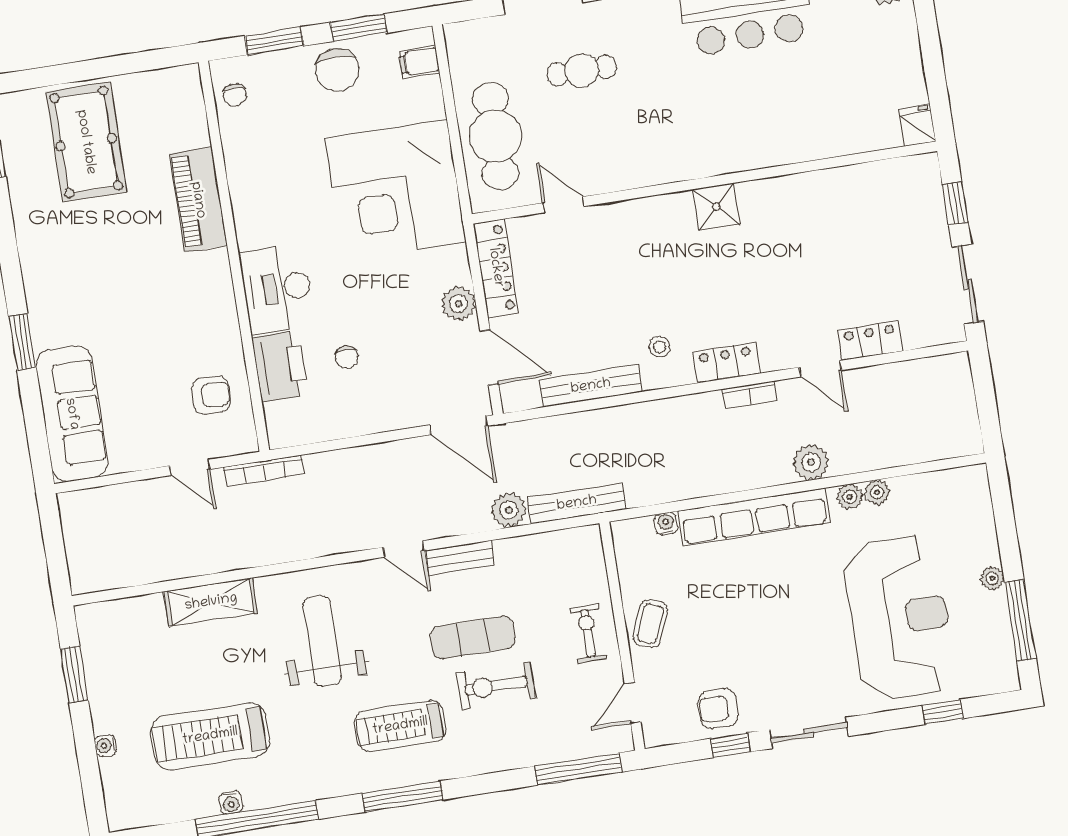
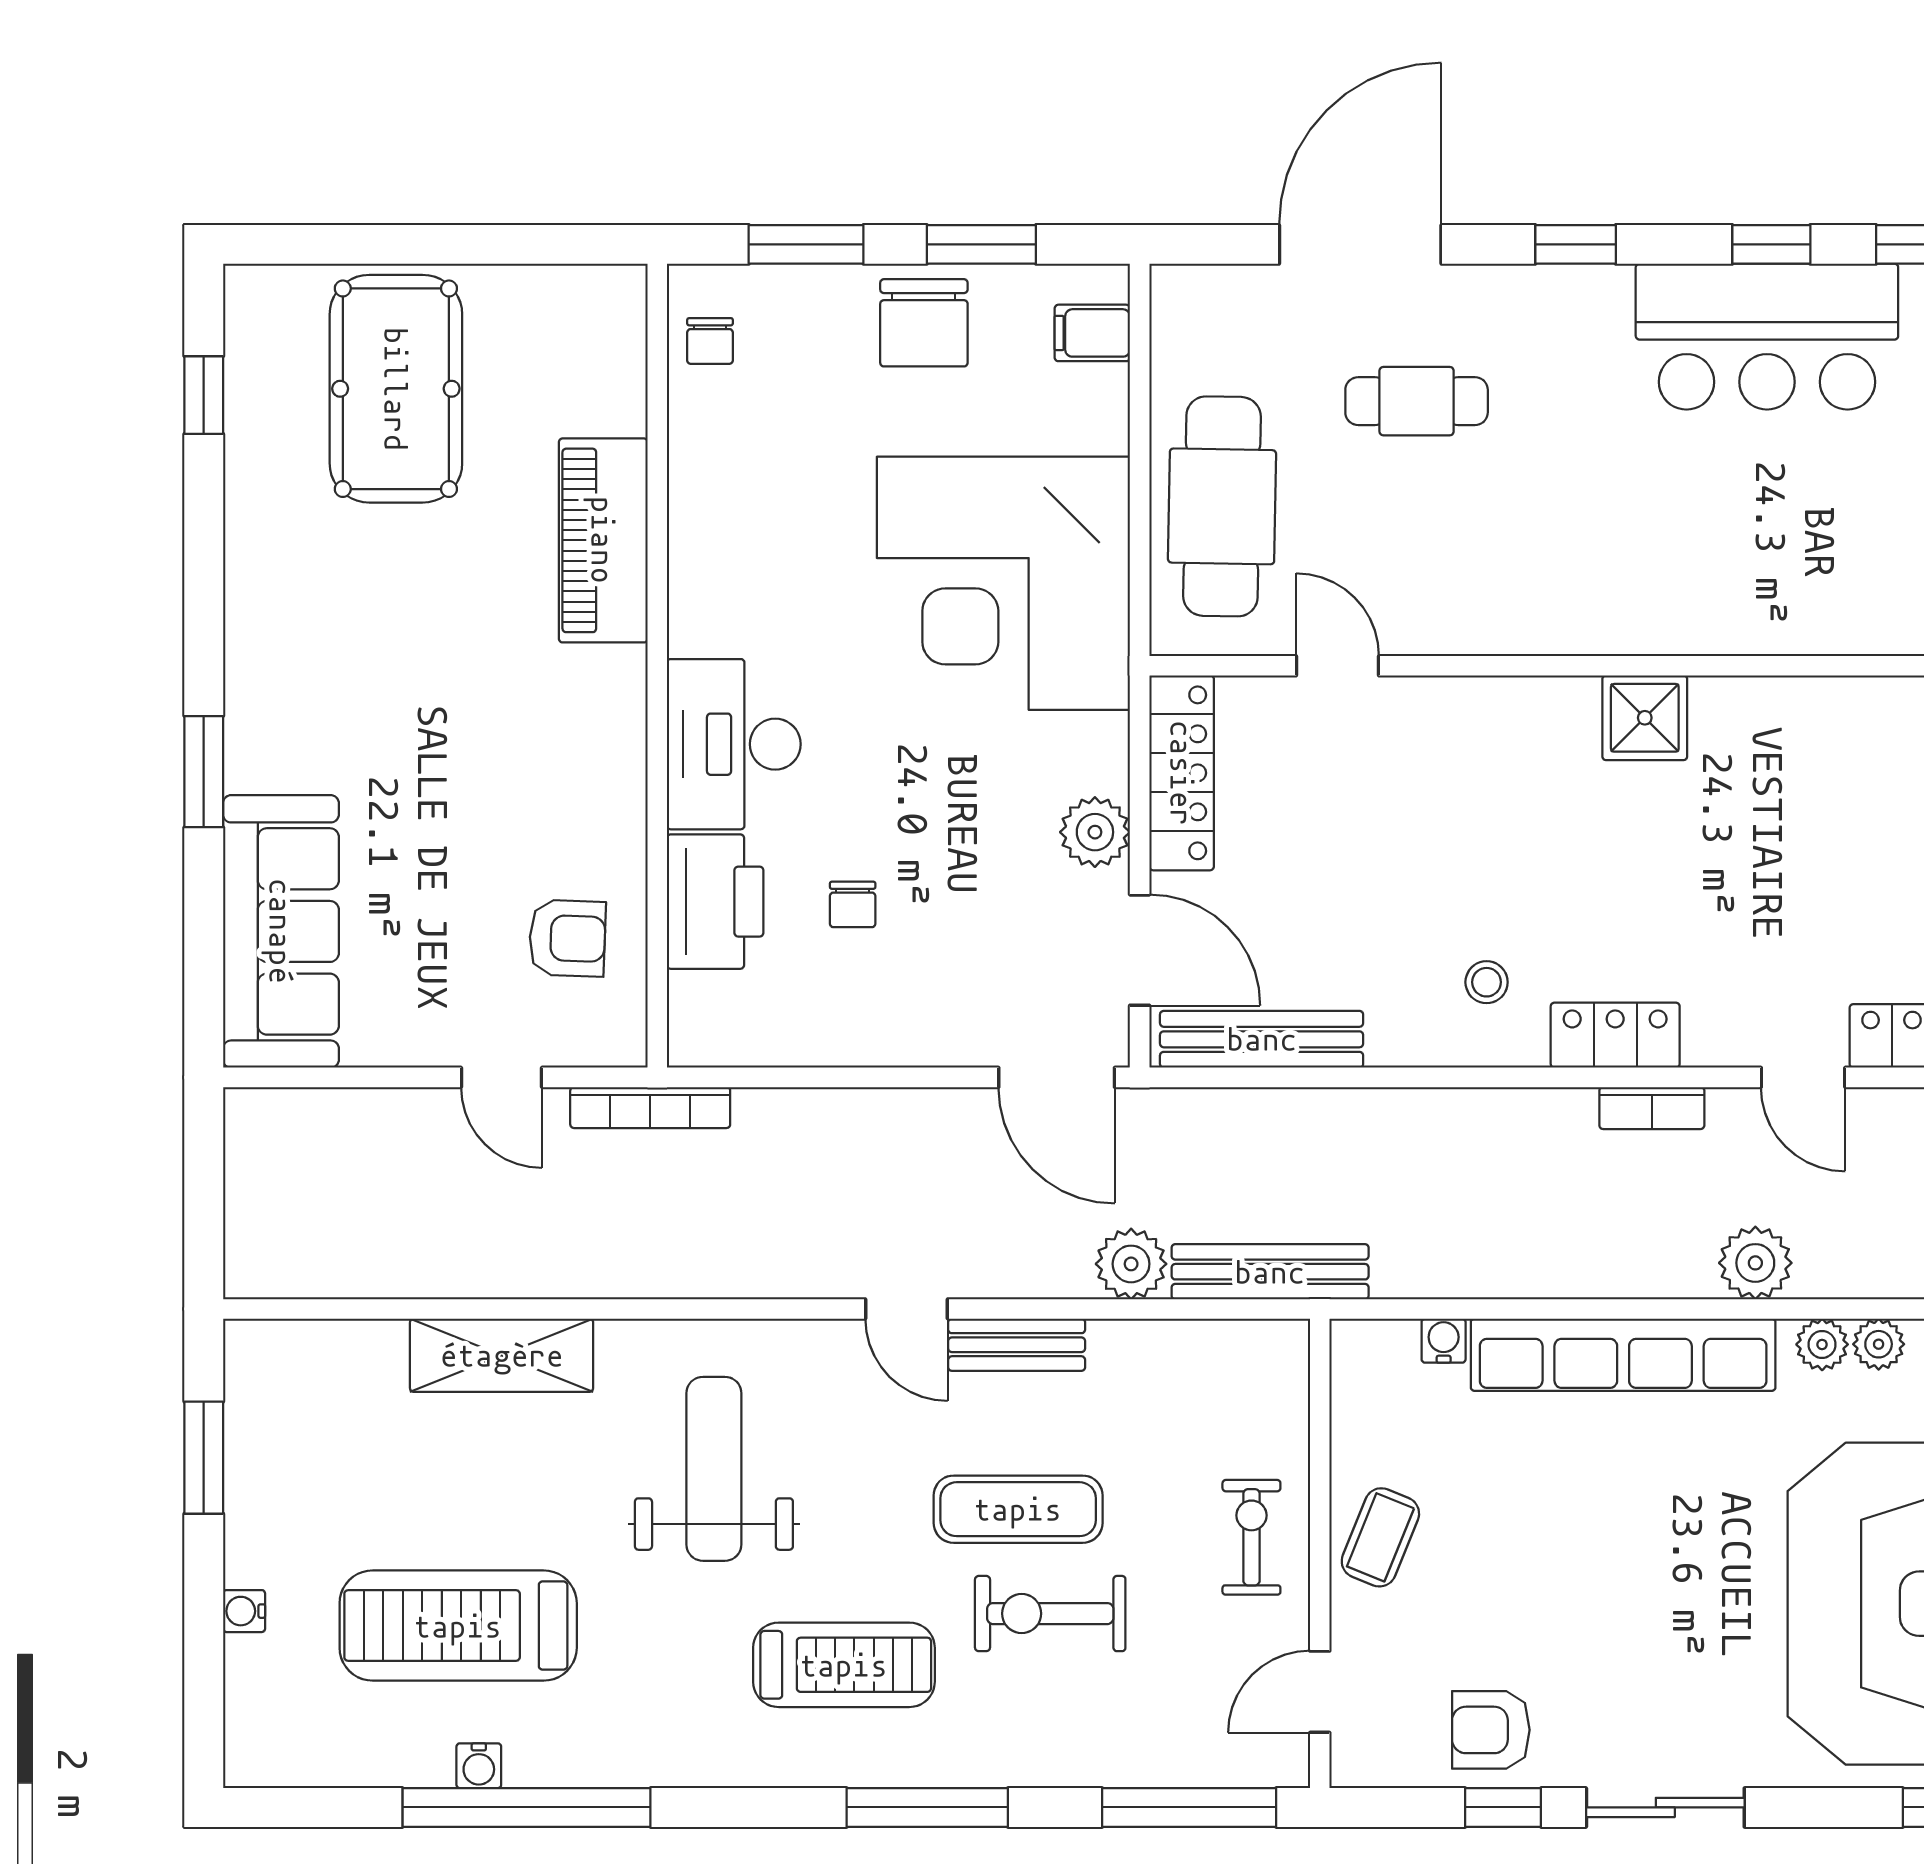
bench: (591, 386) -> (1262, 1039), moved
treadmill: (400, 726) -> (844, 1665), turned 180
window: (403, 796) -> (927, 1807), moved

